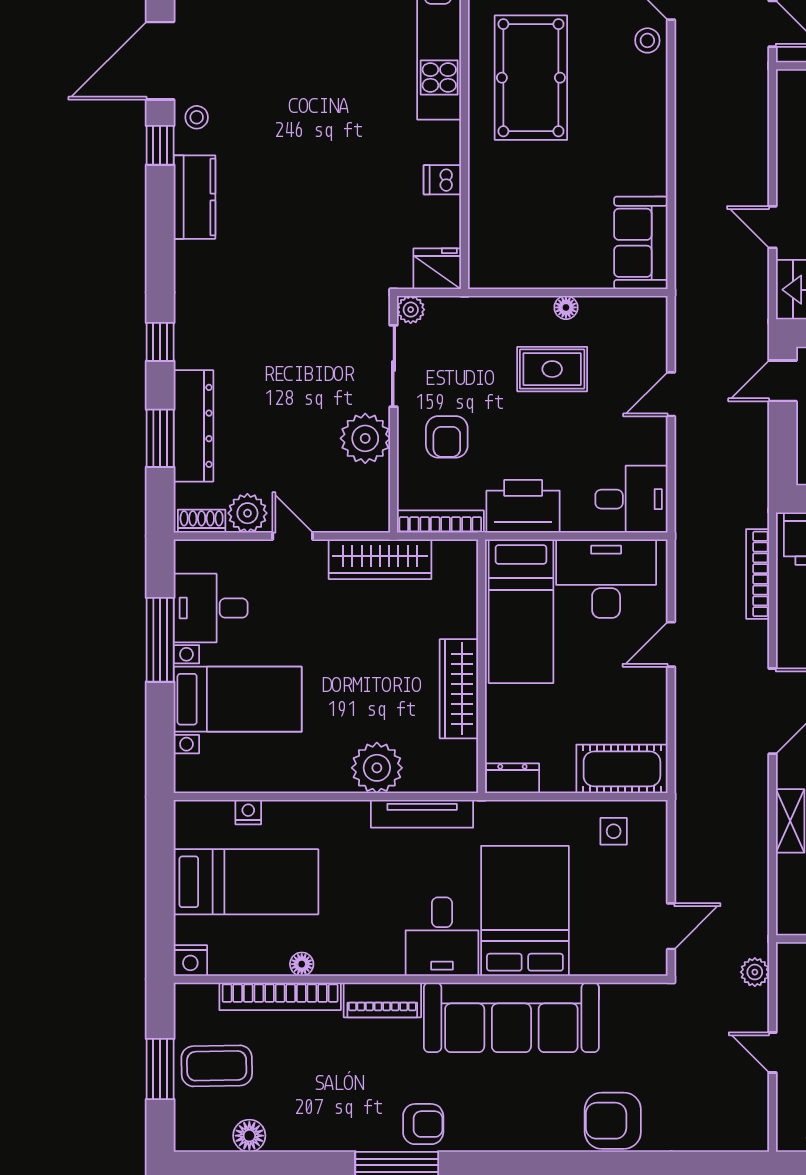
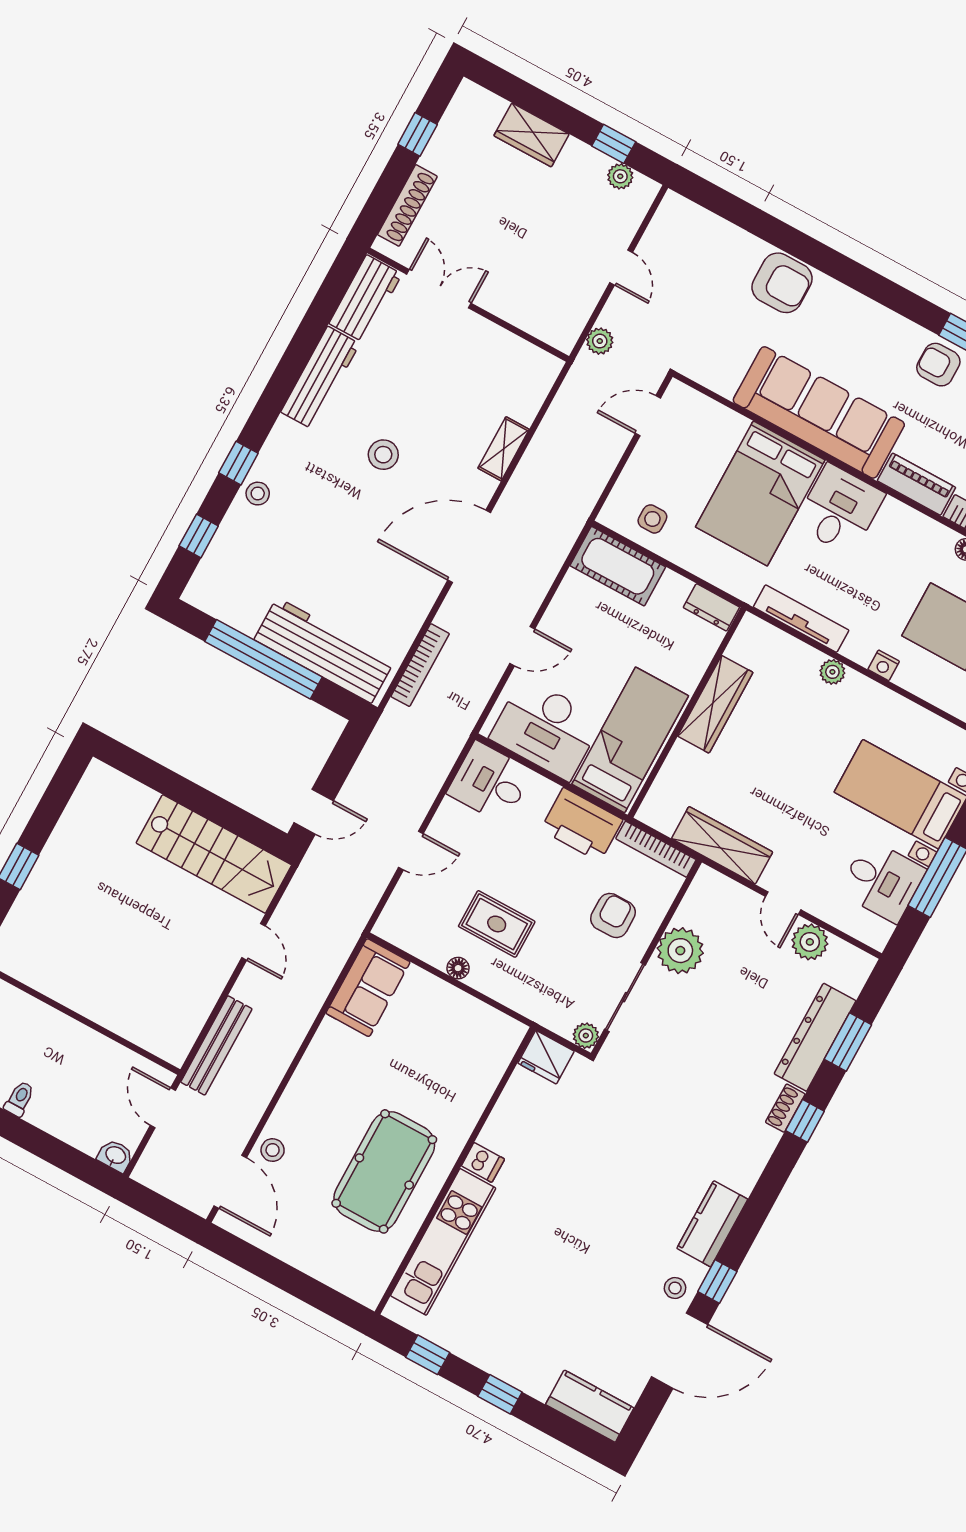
bench: (754, 110) -> (216, 1045), added
dishwasher: (442, 180) -> (483, 1162), moved
shoe rack: (202, 521) -> (785, 1108), moved, turned 90
plant: (377, 768) -> (832, 672), width x0.53, depth x0.53
nightstand: (248, 812) -> (884, 665), moved

